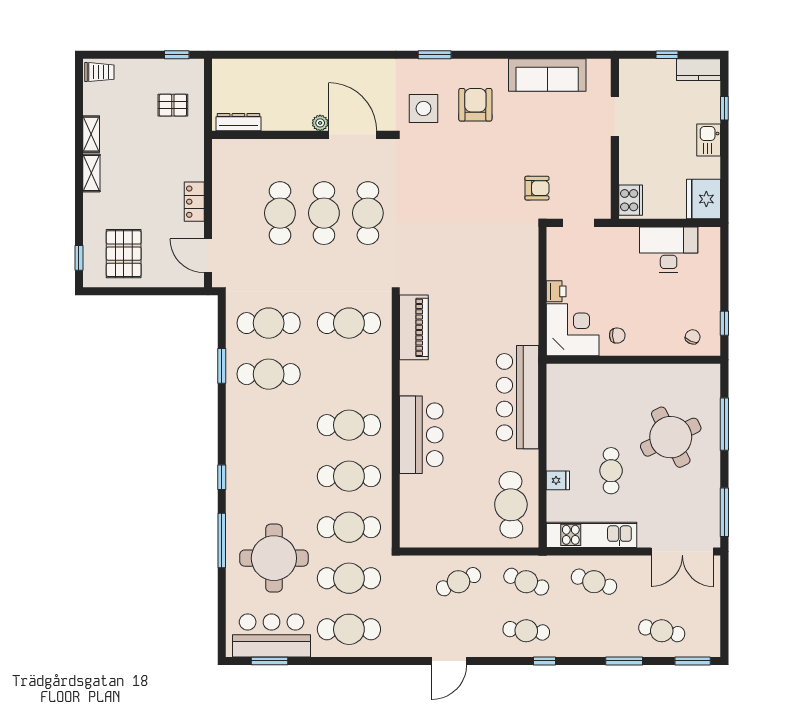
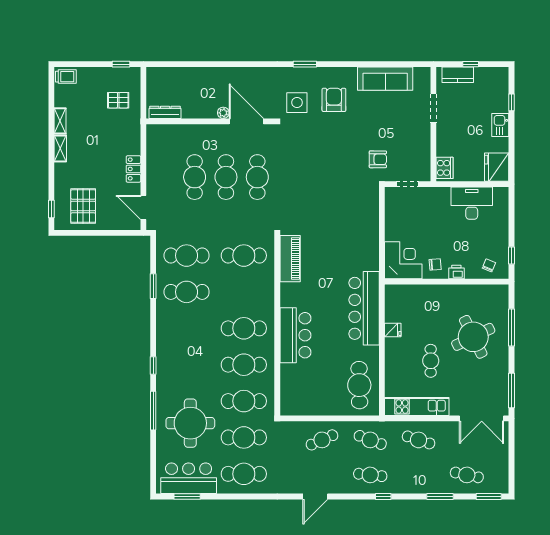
kitchen counter: (699, 70) -> (458, 75), moved
printer: (556, 291) -> (456, 272), moved, turned -90
fridge: (558, 480) -> (393, 330), moved

